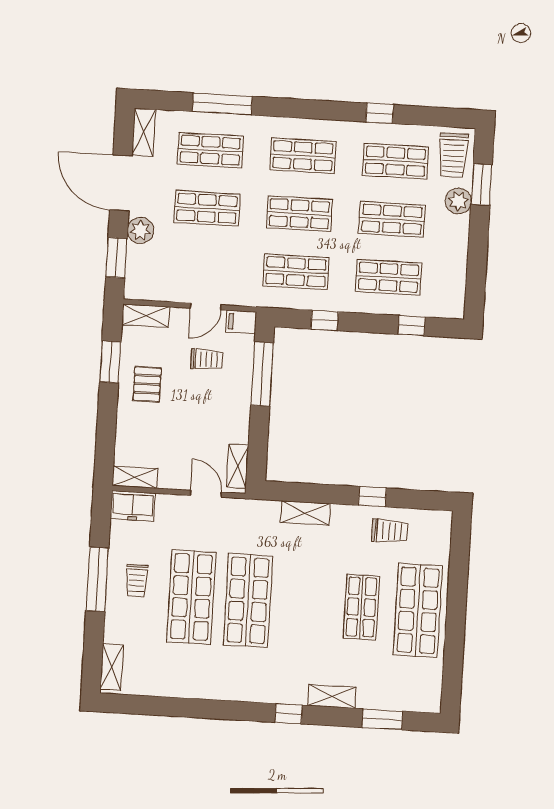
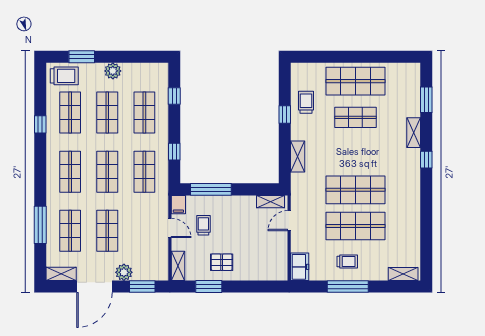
plant: (458, 201) -> (113, 71), moved
shelving: (135, 477) -> (281, 266), removed

